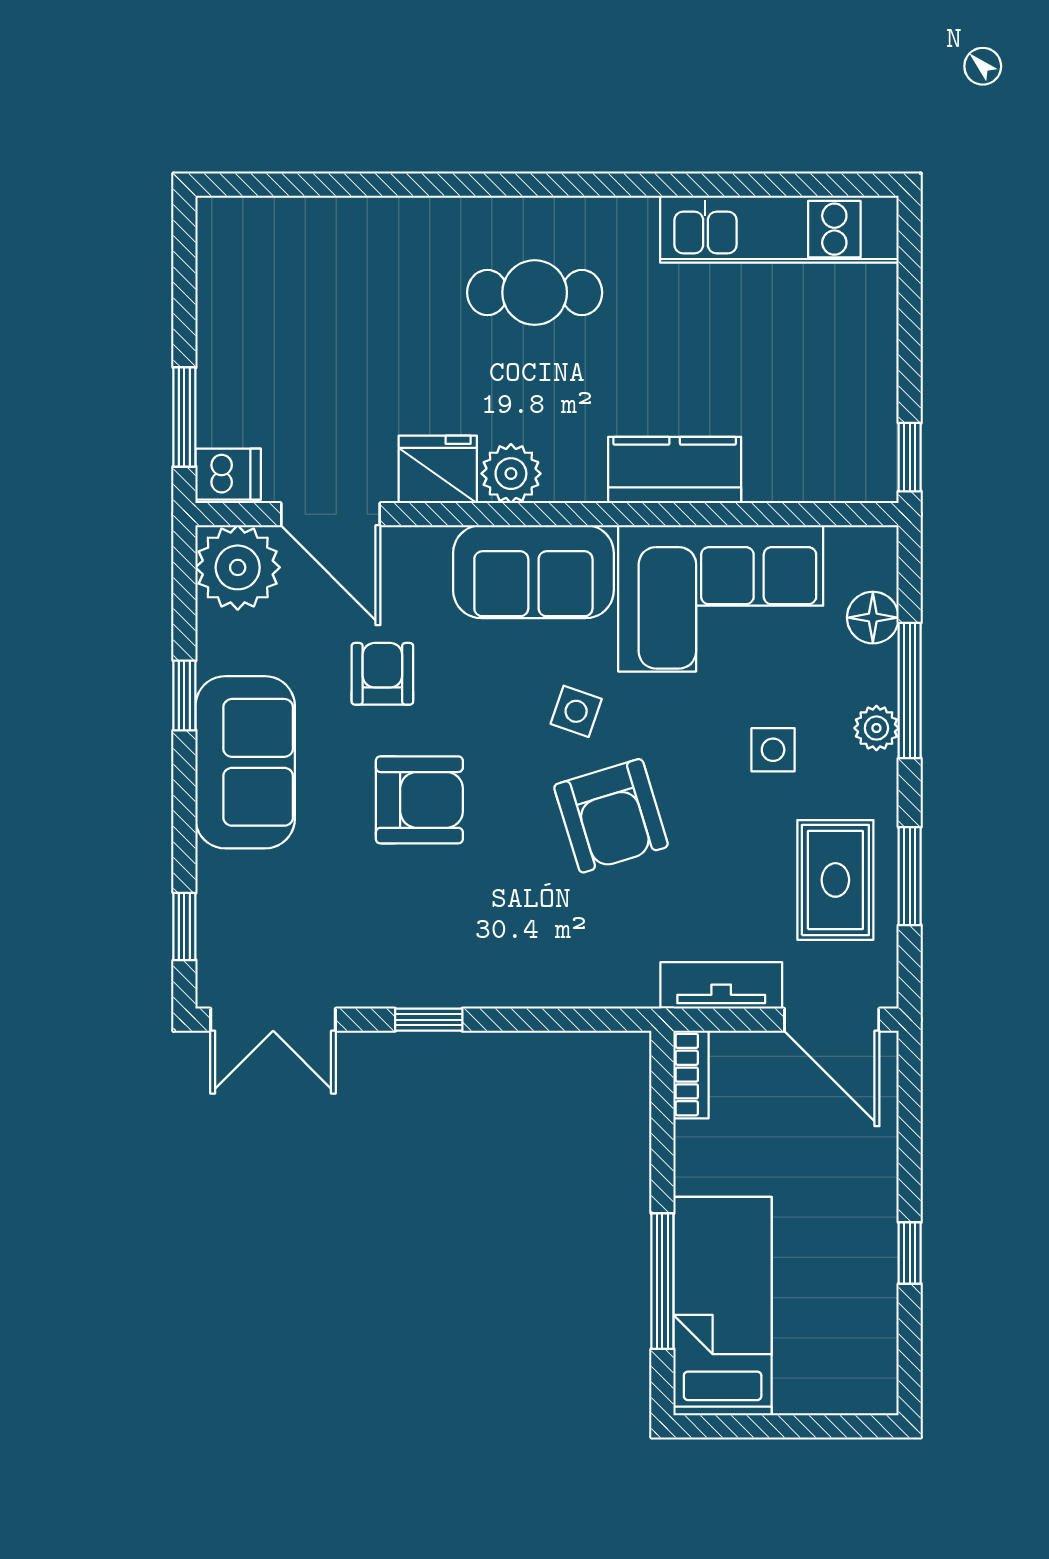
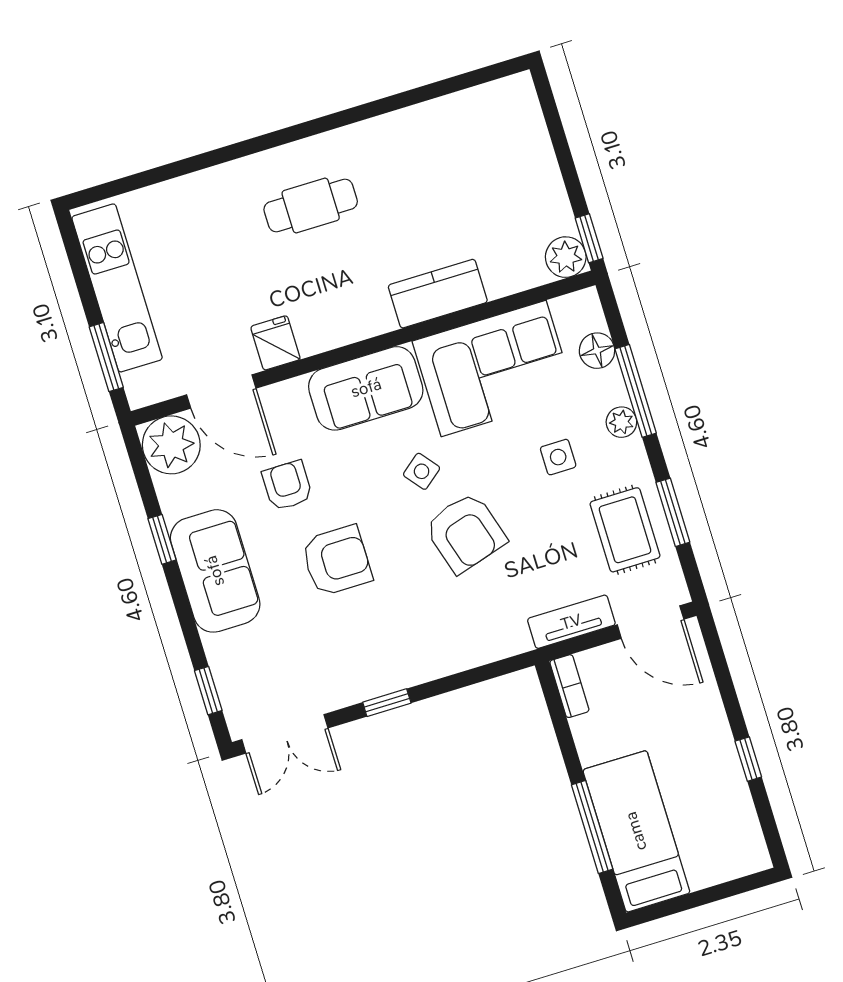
kitchen unit: (779, 229) -> (117, 288), moved, turned -90
fridge: (438, 469) -> (275, 343), width x0.72
dishwasher: (228, 474) -> (146, 386), removed
plant: (511, 474) -> (566, 257), moved
side table: (576, 711) -> (422, 471), turned 32

